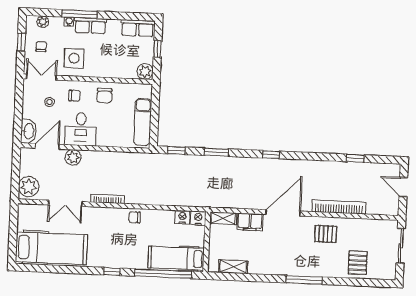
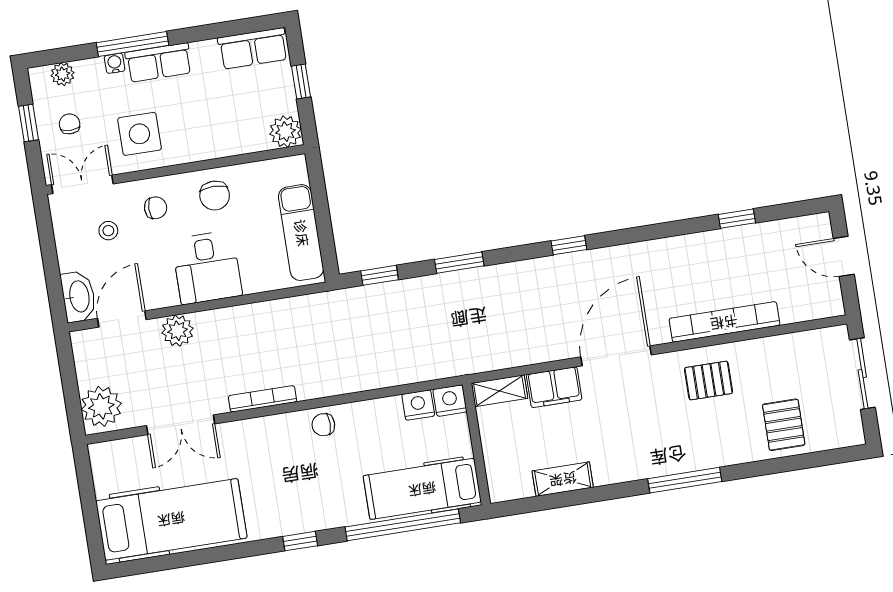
desk: (81, 129) -> (207, 267), moved
shelving: (233, 267) -> (563, 479), moved

